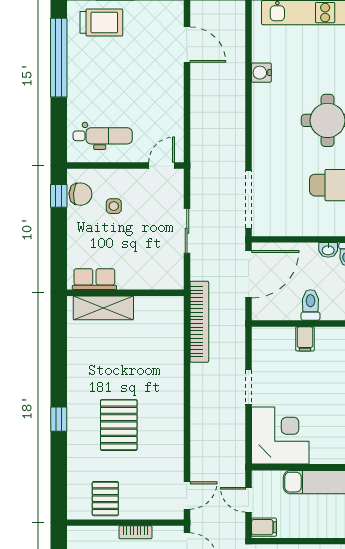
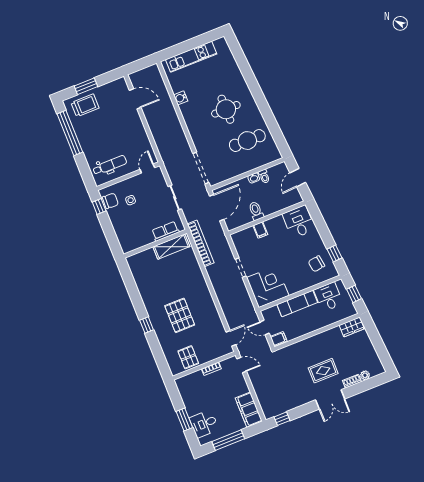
row of seats: (94, 279) -> (165, 231), moved
shelving: (103, 308) -> (171, 247), moved

